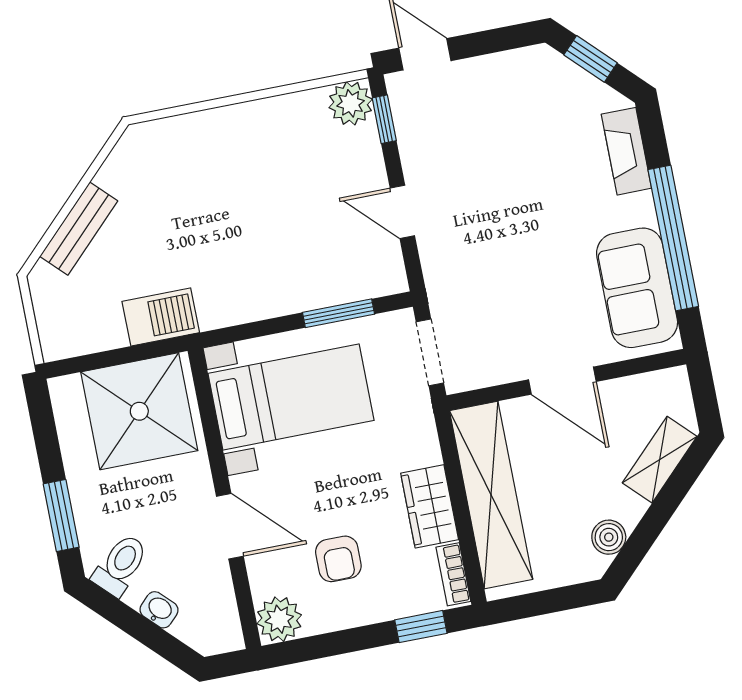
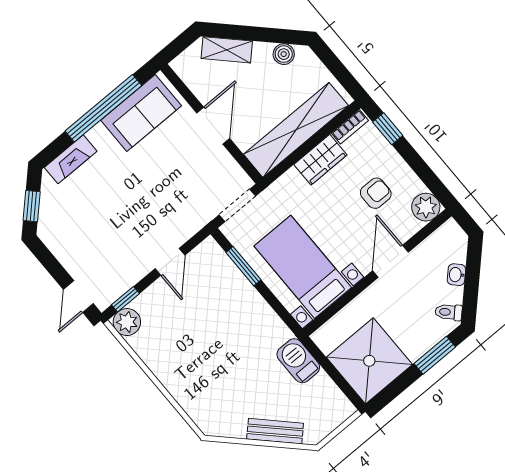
shower: (139, 411) -> (369, 361), moved
toilet: (120, 565) -> (449, 312), width x0.73, depth x0.72

